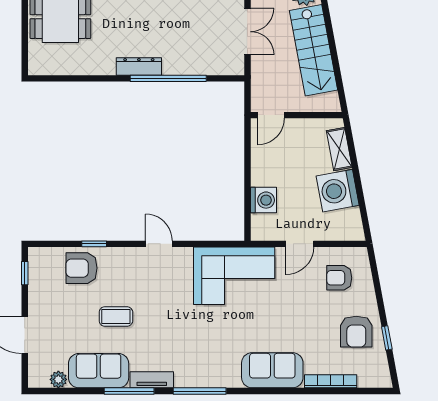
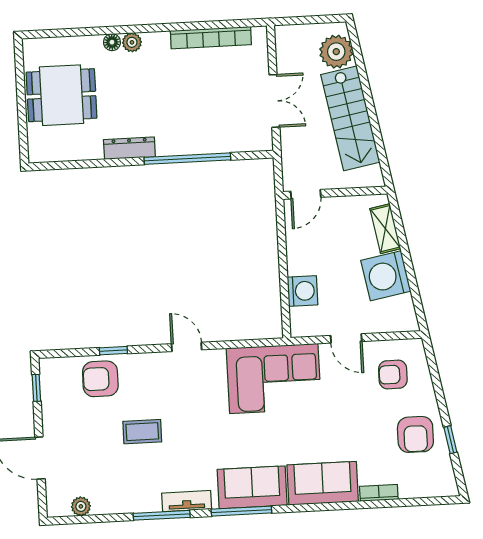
dresser: (139, 66) -> (129, 148), moved
door: (300, 244) -> (346, 338), hinge flipped
sofa: (99, 371) -> (252, 487), moved
bookcase: (331, 381) -> (379, 493), width x0.64

